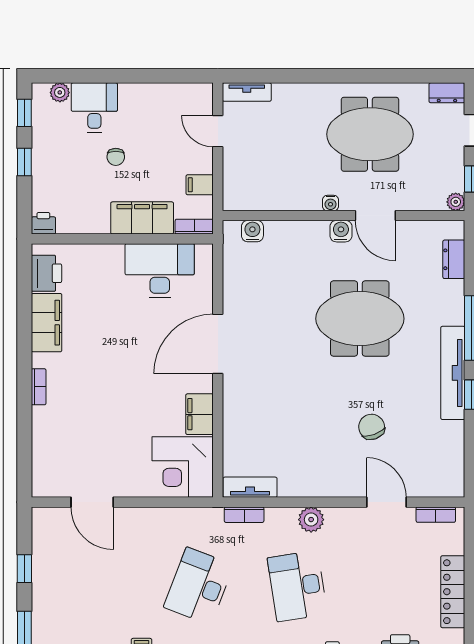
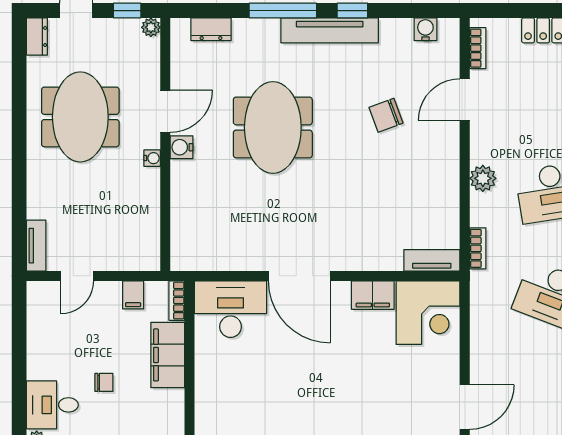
water cooler: (252, 231) -> (425, 29), moved, turned 90
desk: (160, 271) -> (231, 309), moved, turned 90
tv unit: (250, 487) -> (432, 260), moved, turned 90

